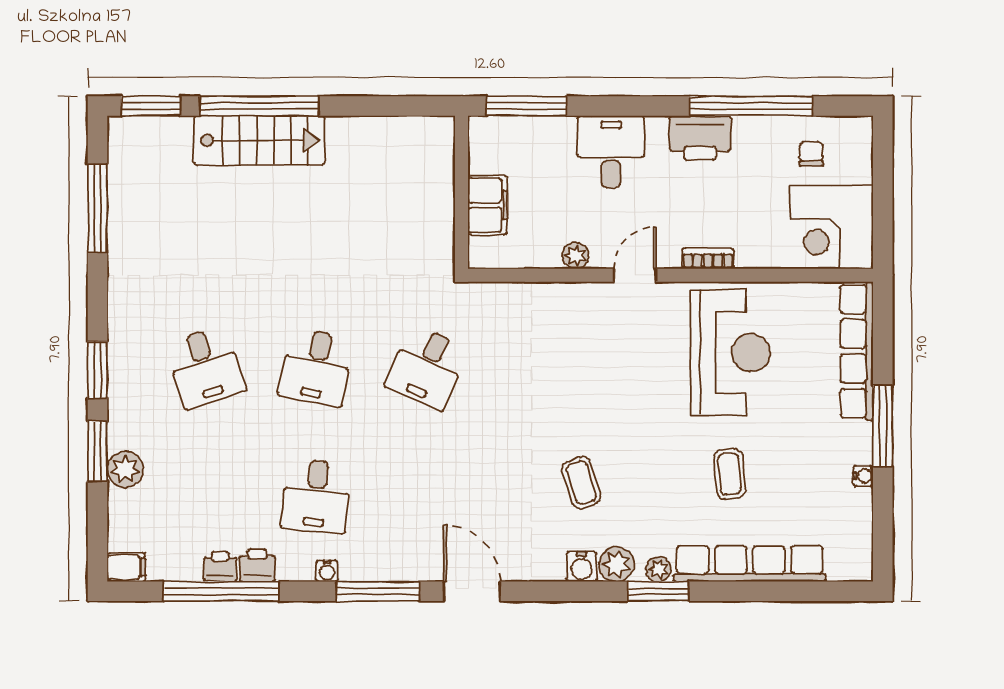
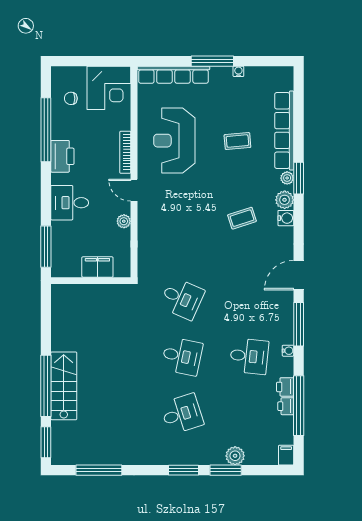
bookcase: (708, 258) -> (125, 152), width x1.56
reception desk: (730, 353) -> (174, 141), turned -90

